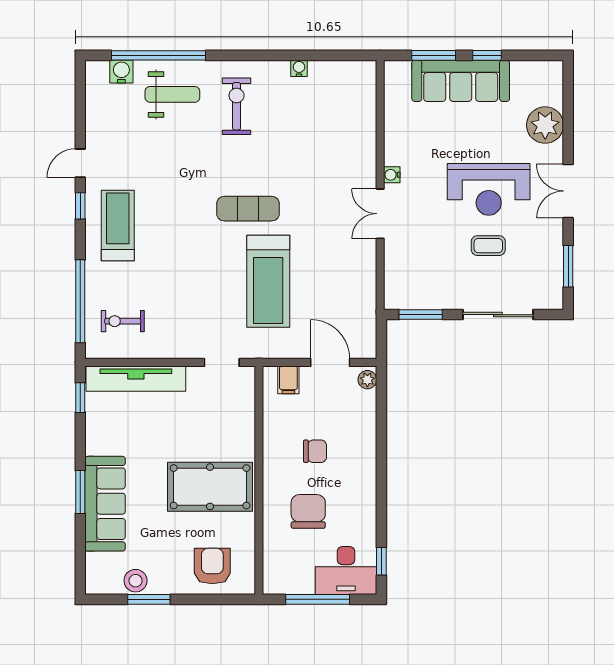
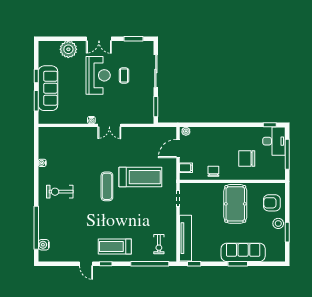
weight bench: (172, 94) -> (54, 221), removed
chair: (315, 451) -> (213, 171), moved
stool: (136, 581) -> (278, 223), moved

